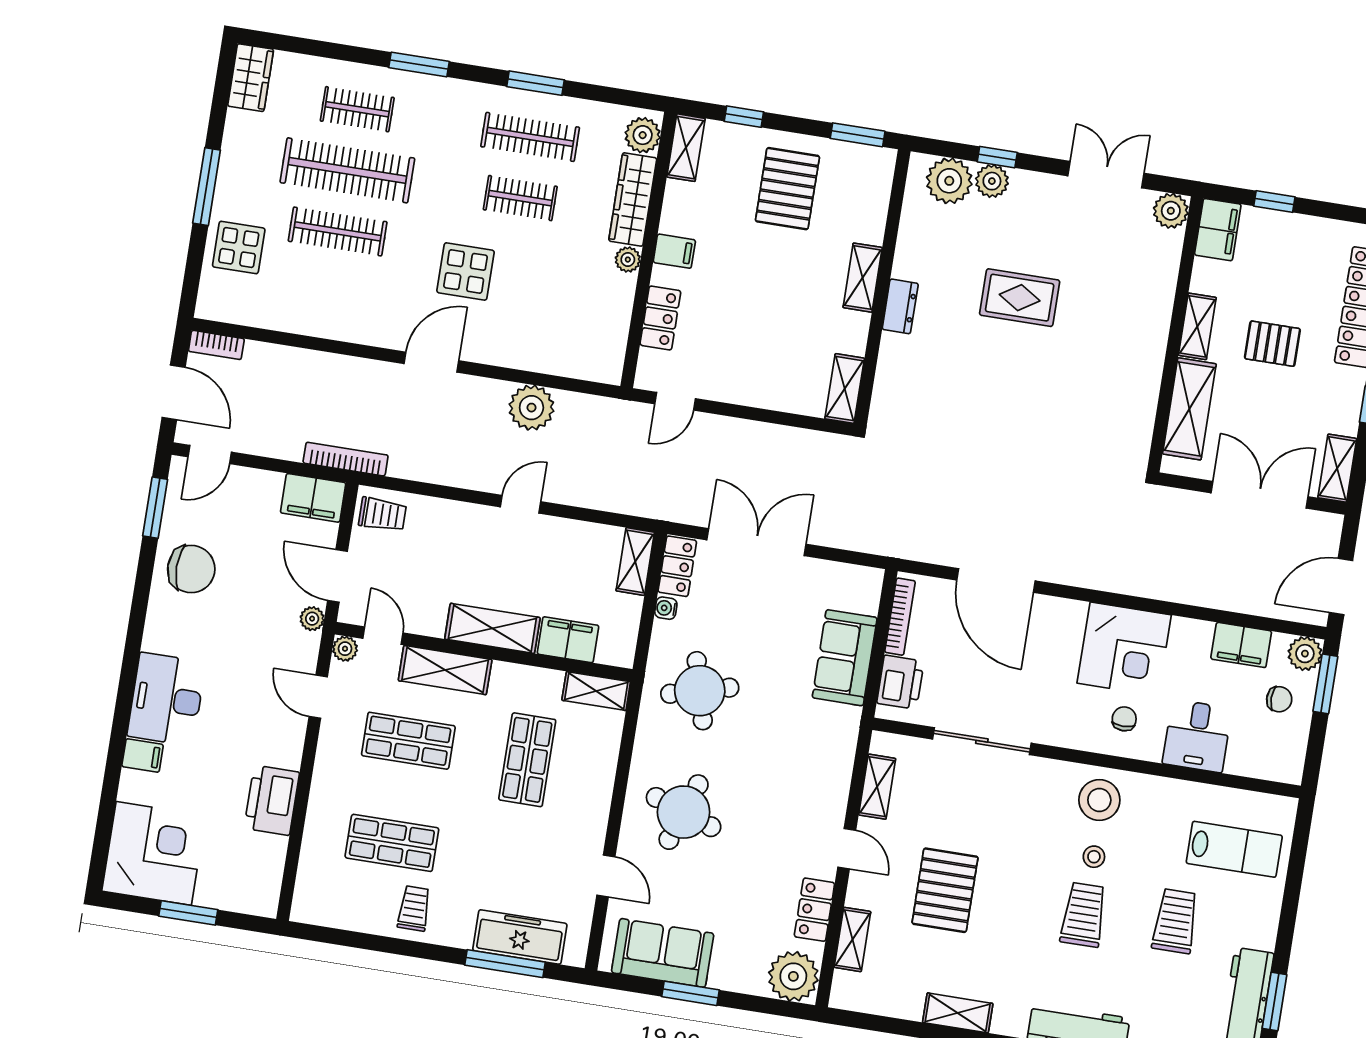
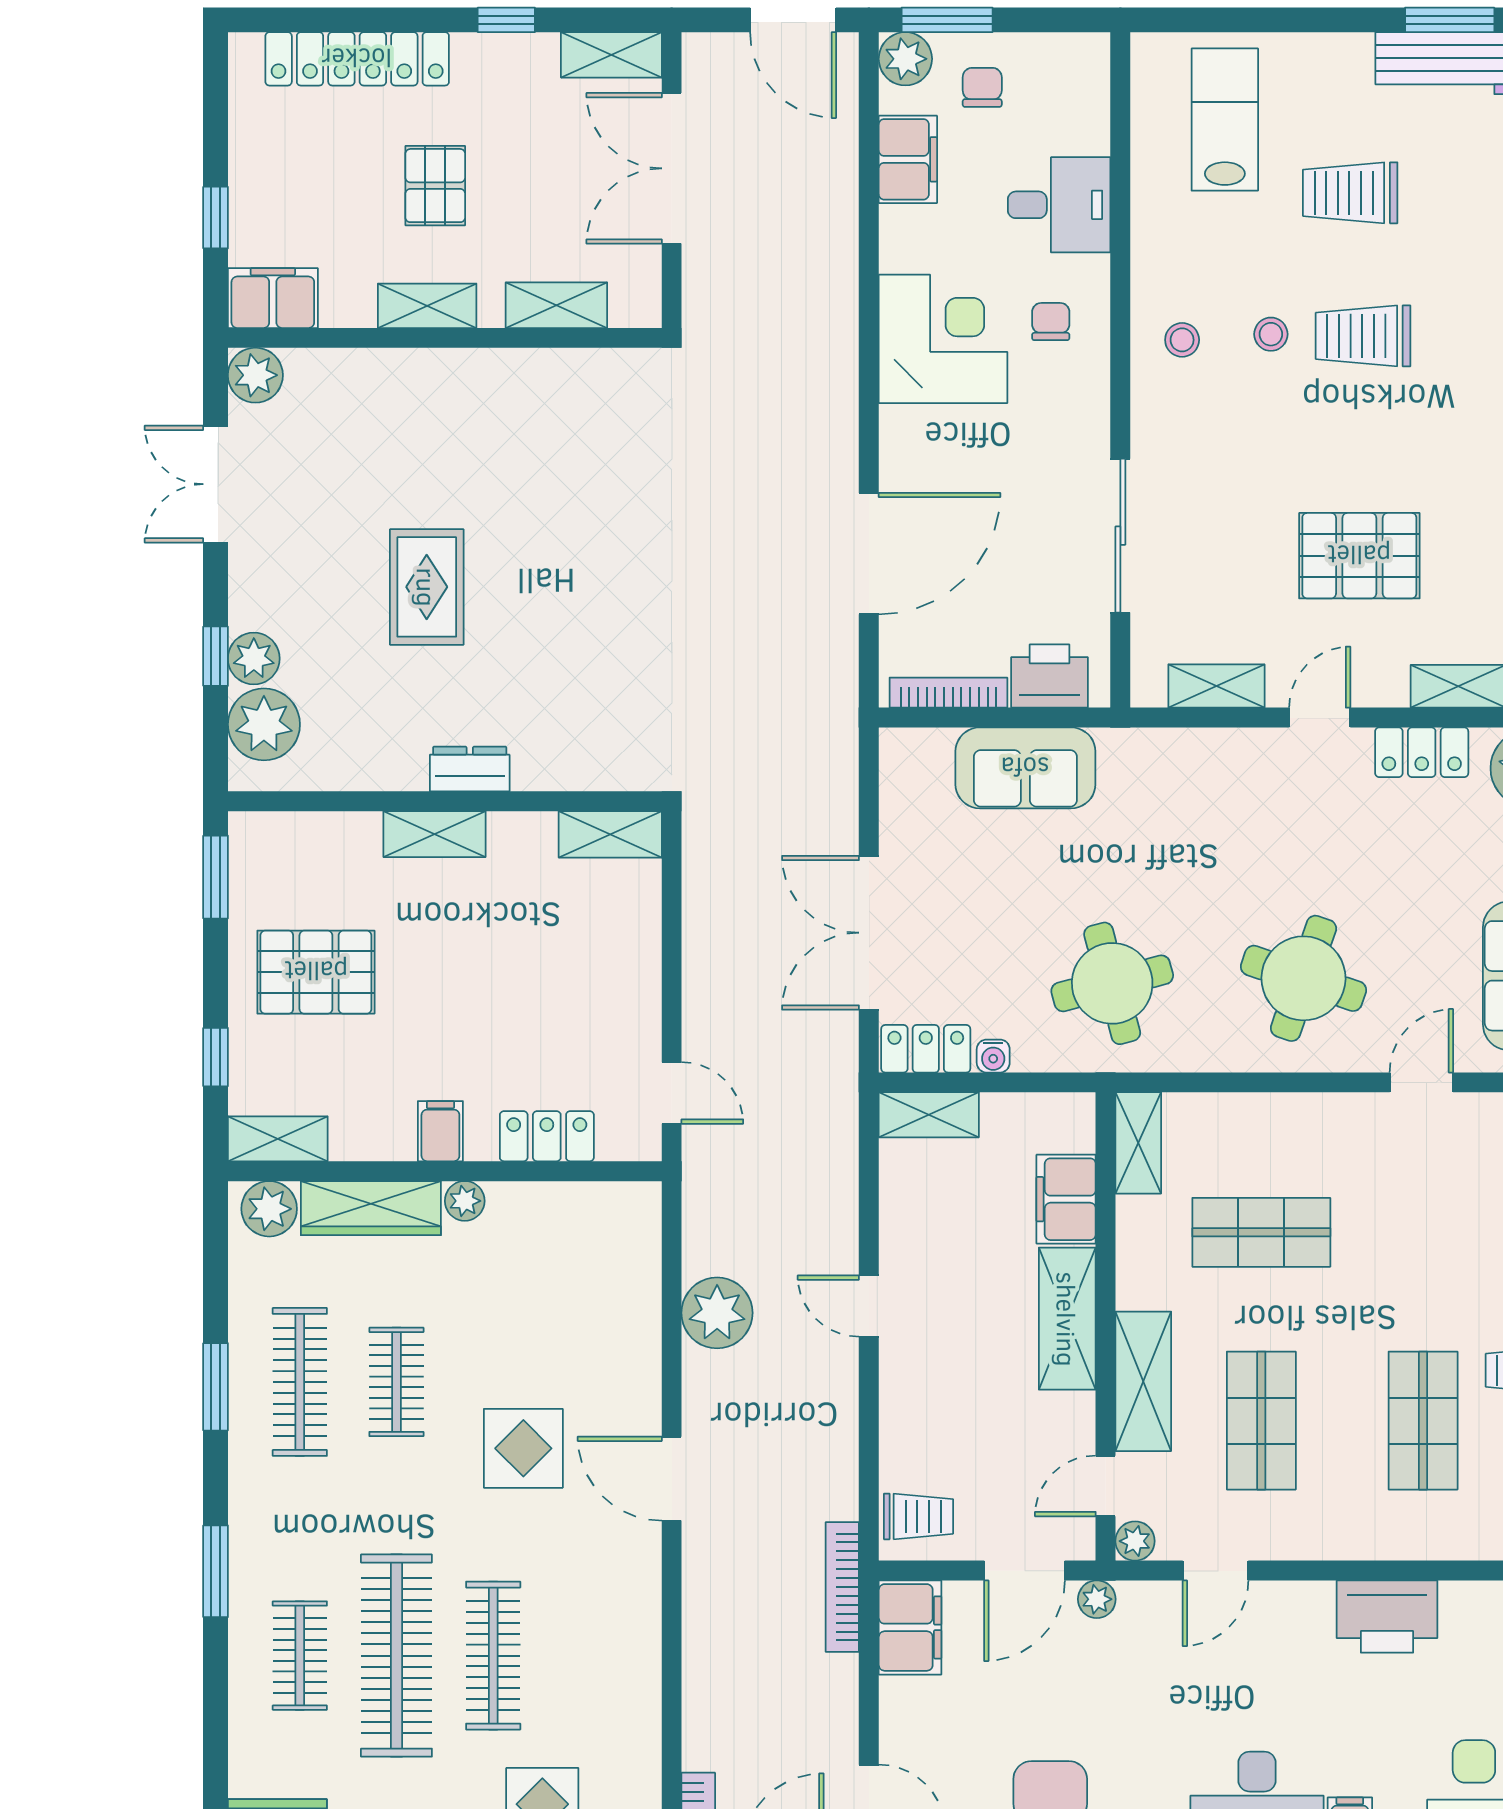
shelving: (1189, 409) -> (556, 305), width x0.67, depth x0.75
trolley: (382, 514) -> (919, 1516), turned 90
chair: (1124, 719) -> (1051, 322), turned 90
stool: (1099, 800) -> (1182, 340), width x0.53, depth x0.53

